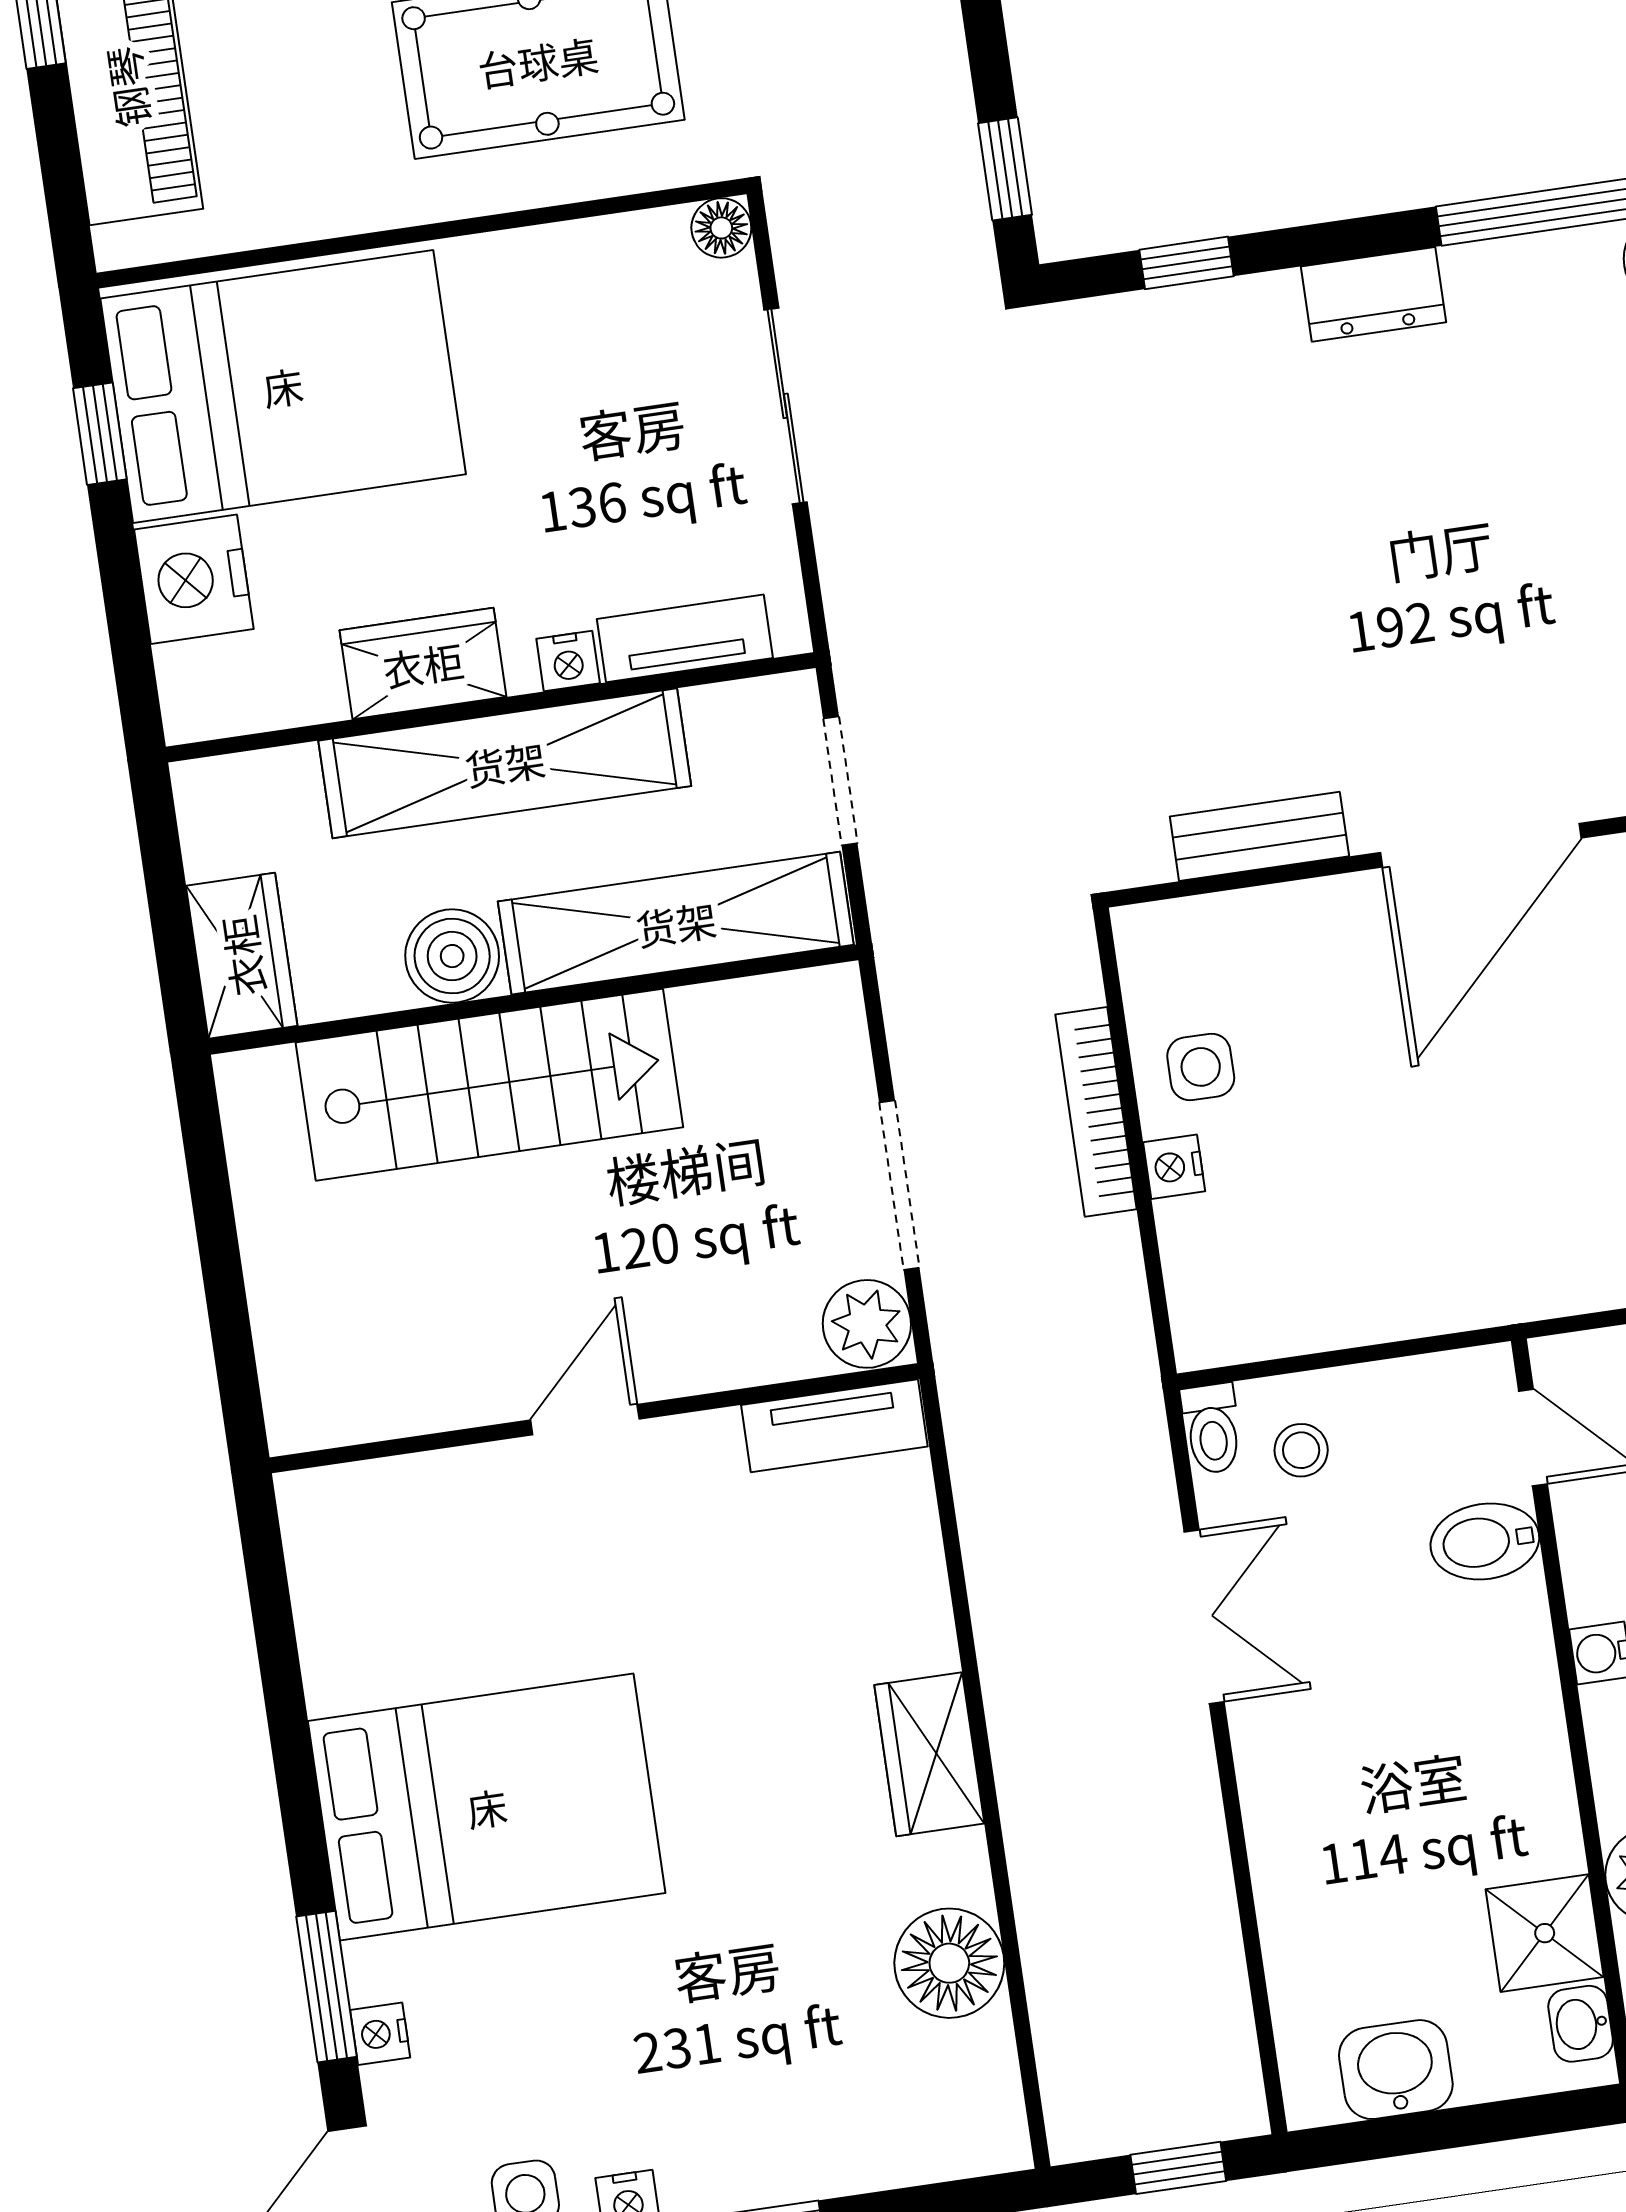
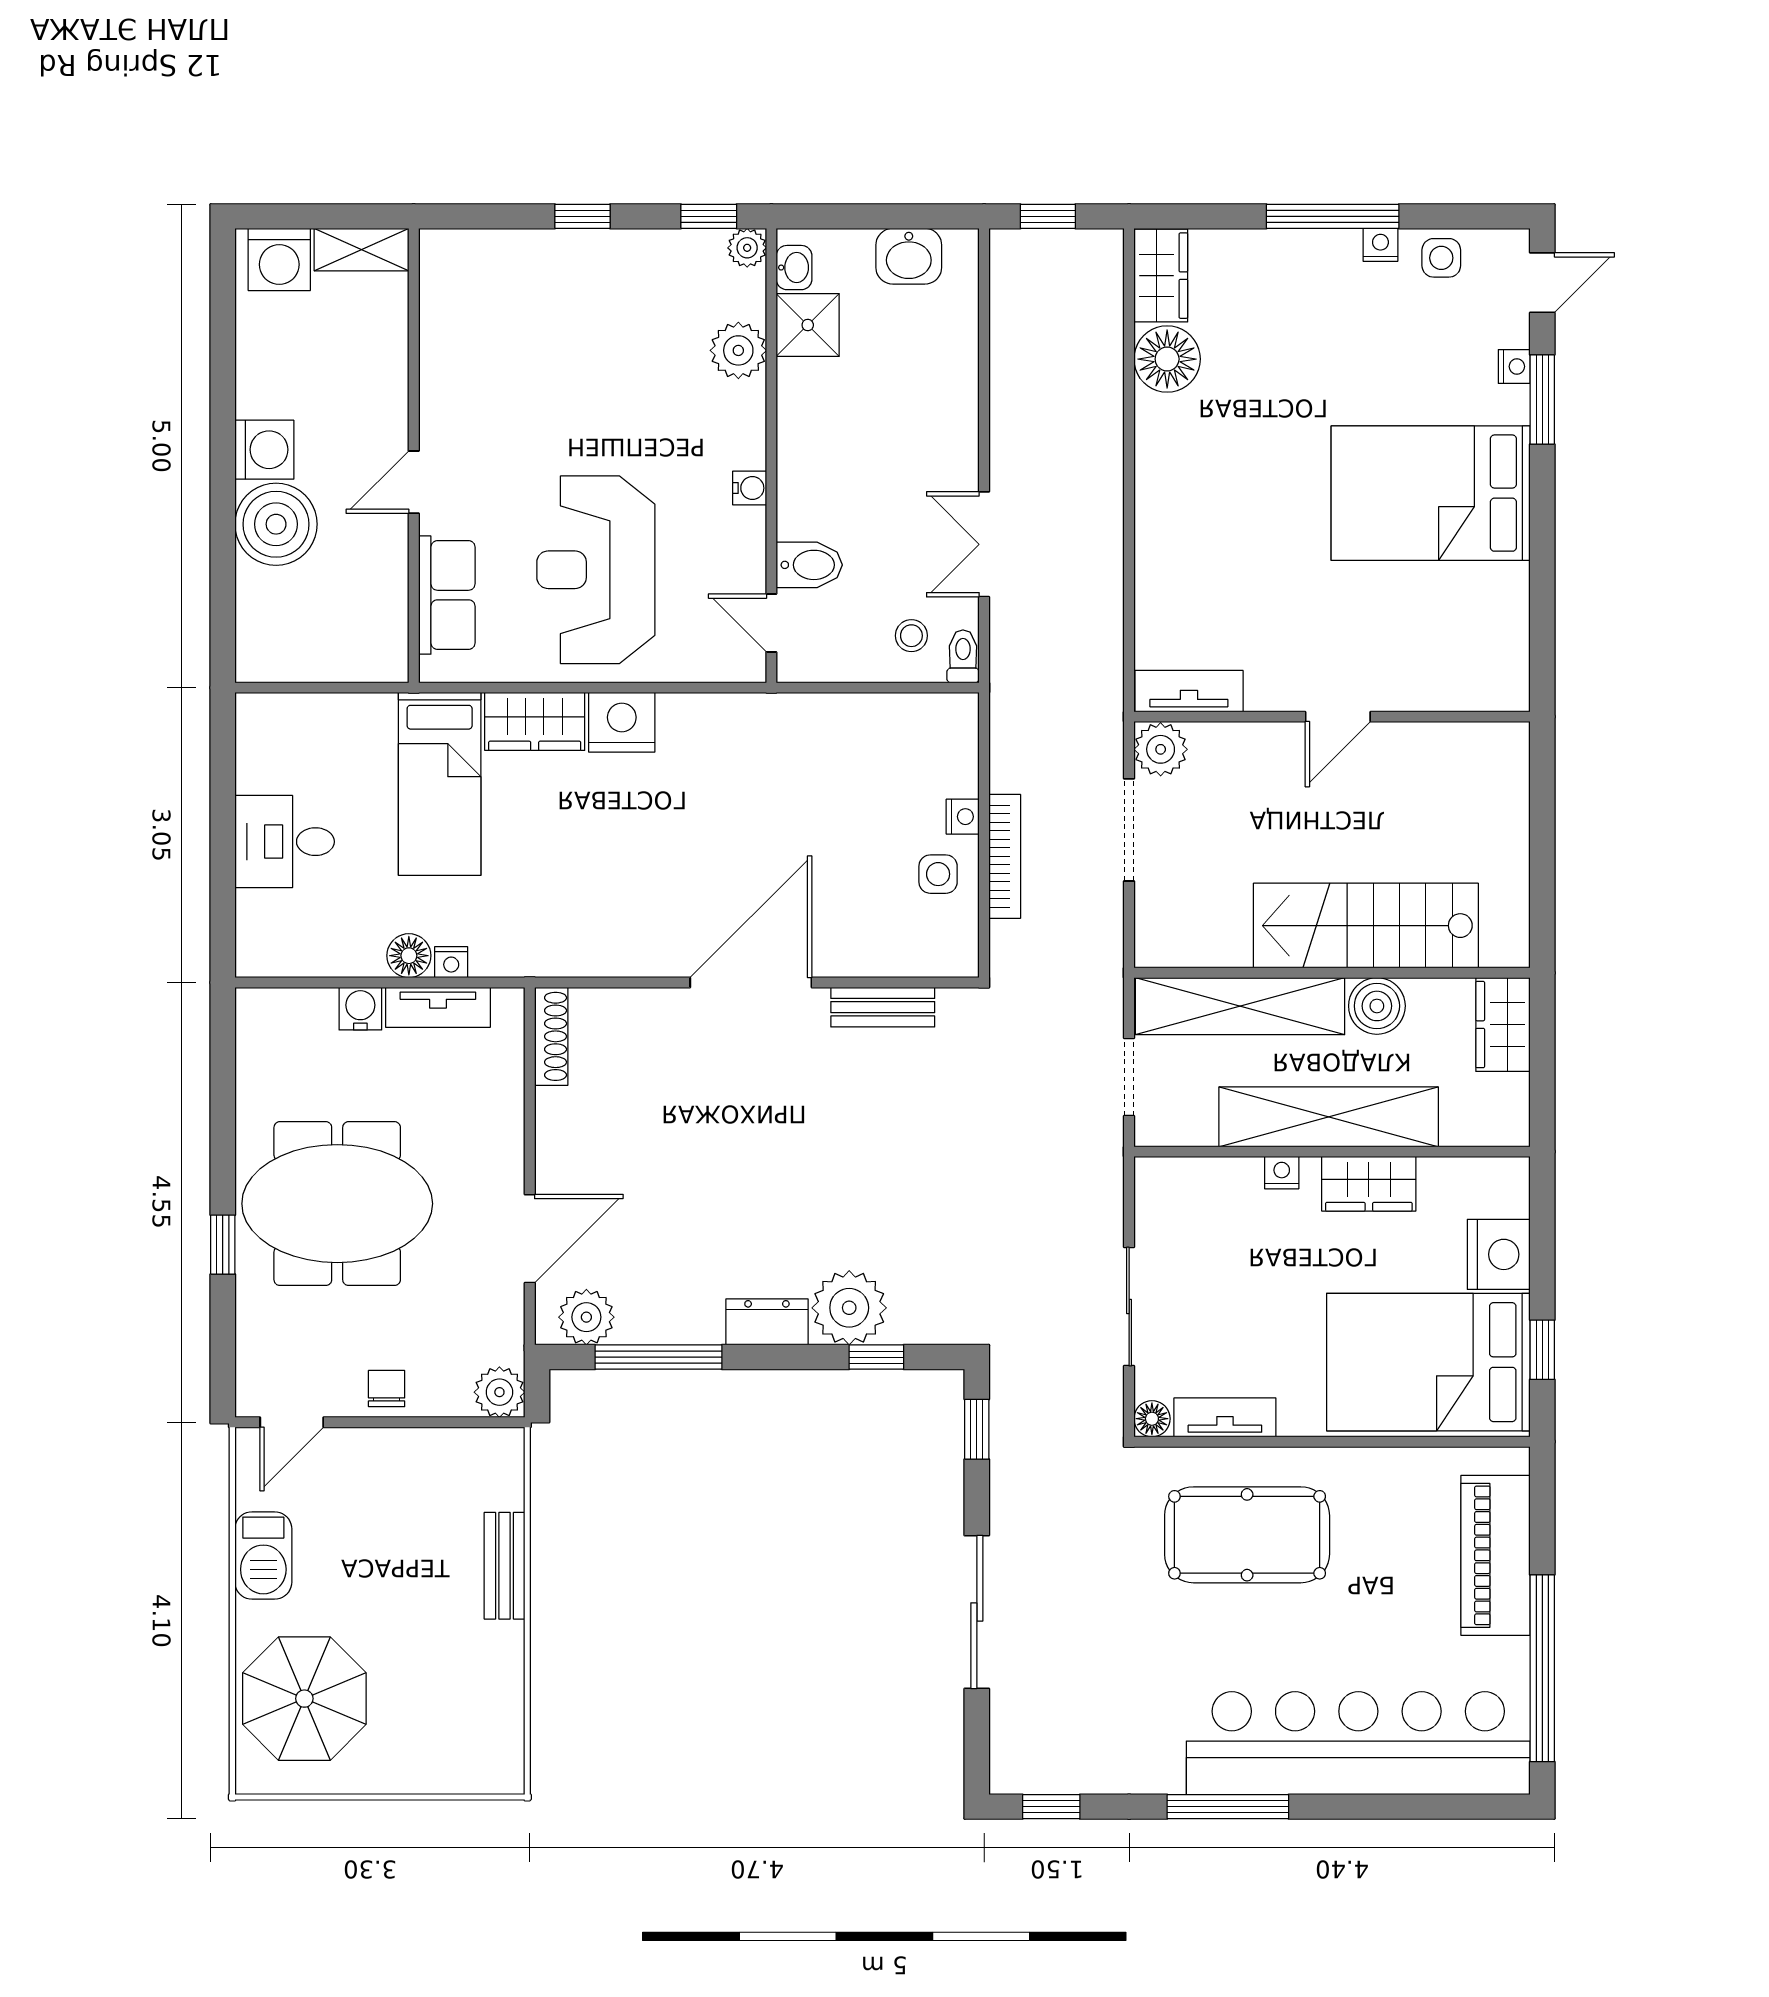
plant: (1243, 337) -> (849, 1308), added
tv unit: (685, 638) -> (1225, 1417), moved, turned 180
wardrobe: (929, 1754) -> (1161, 276), moved

